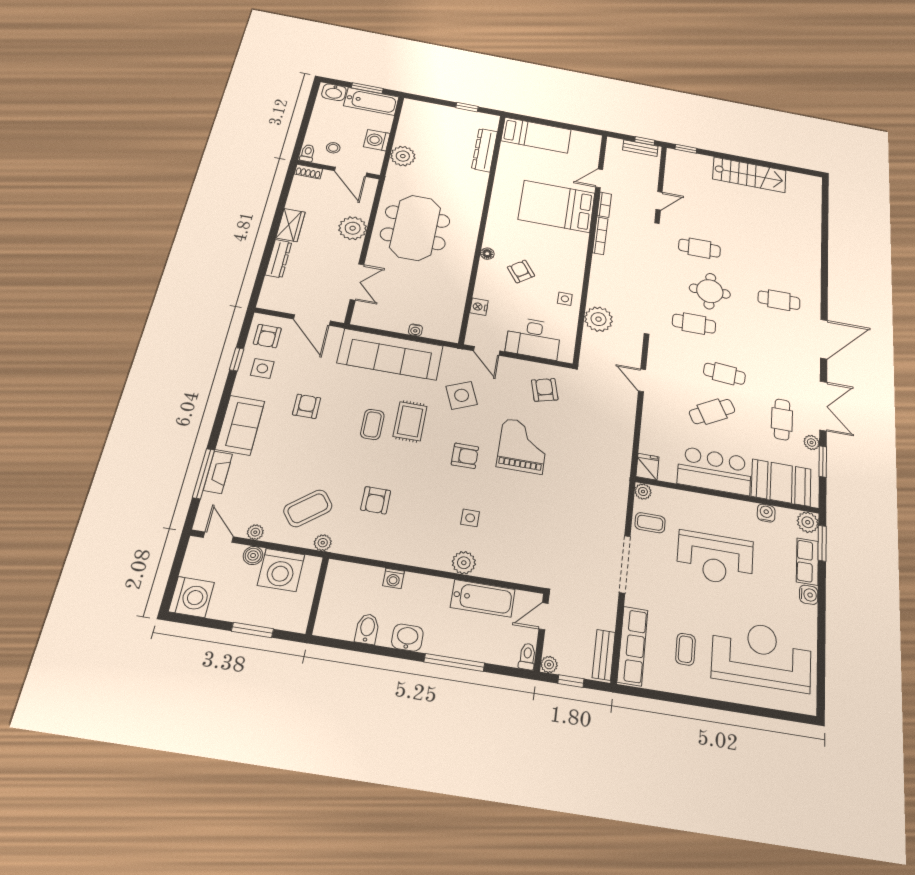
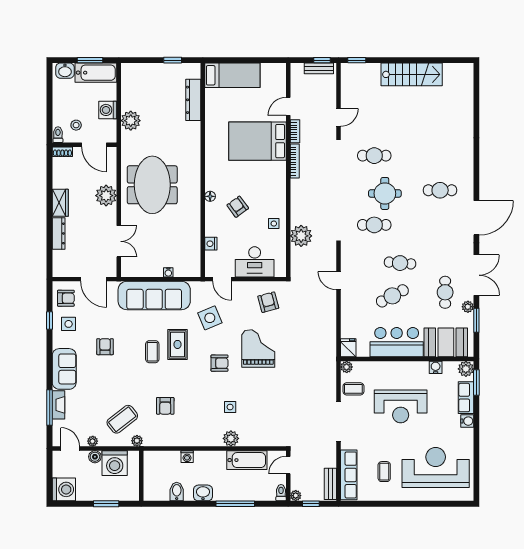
armchair: (267, 336) -> (66, 298), turned -90

